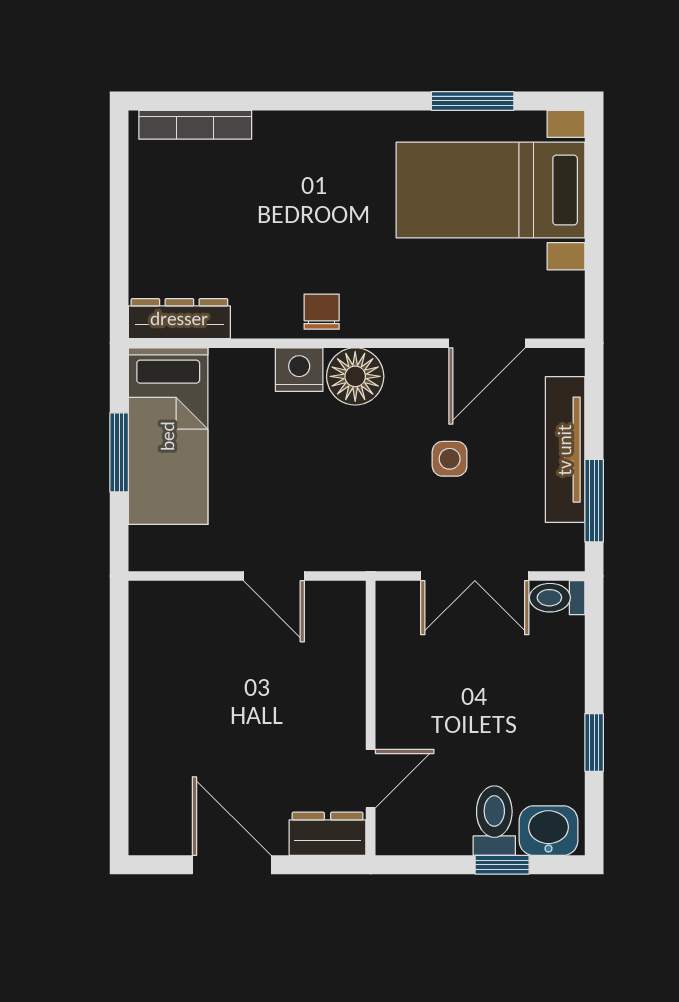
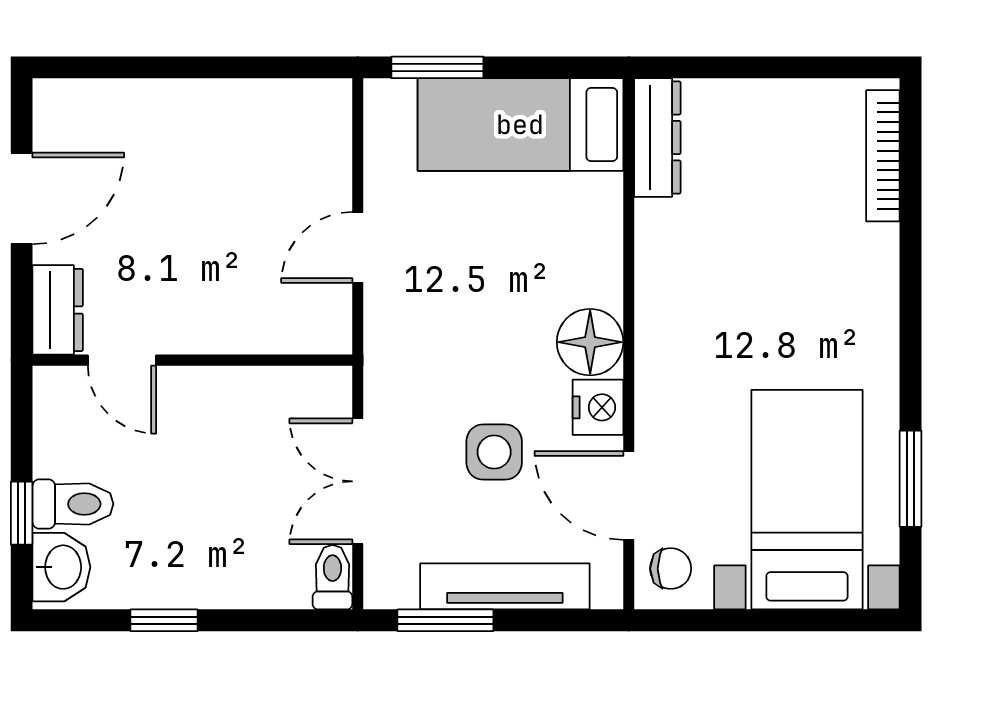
chair: (322, 312) -> (671, 569), moved
nightstand: (299, 370) -> (598, 407), moved
window: (119, 452) -> (437, 67), moved
side table: (450, 459) -> (494, 452), width x1.37, depth x1.37

